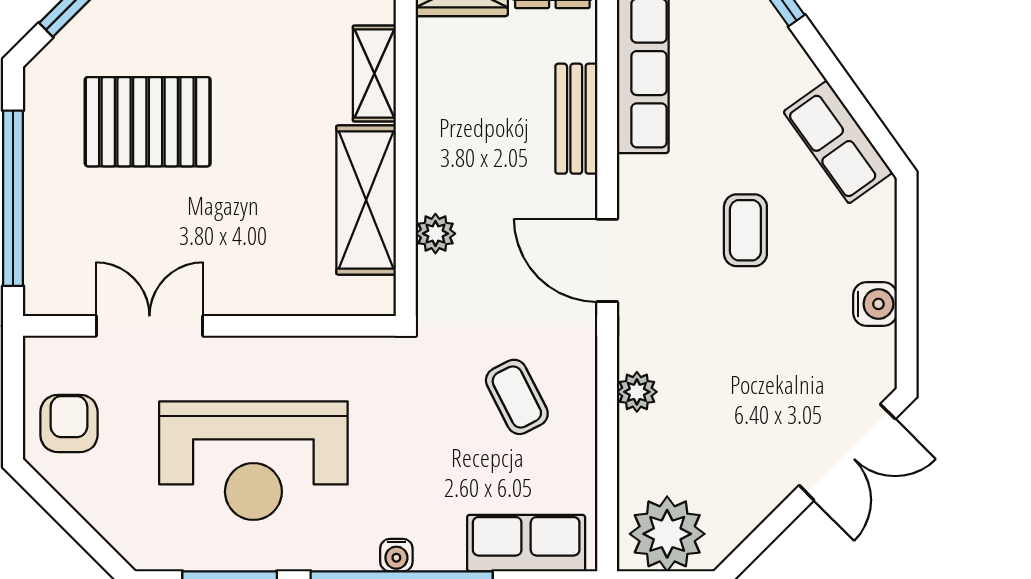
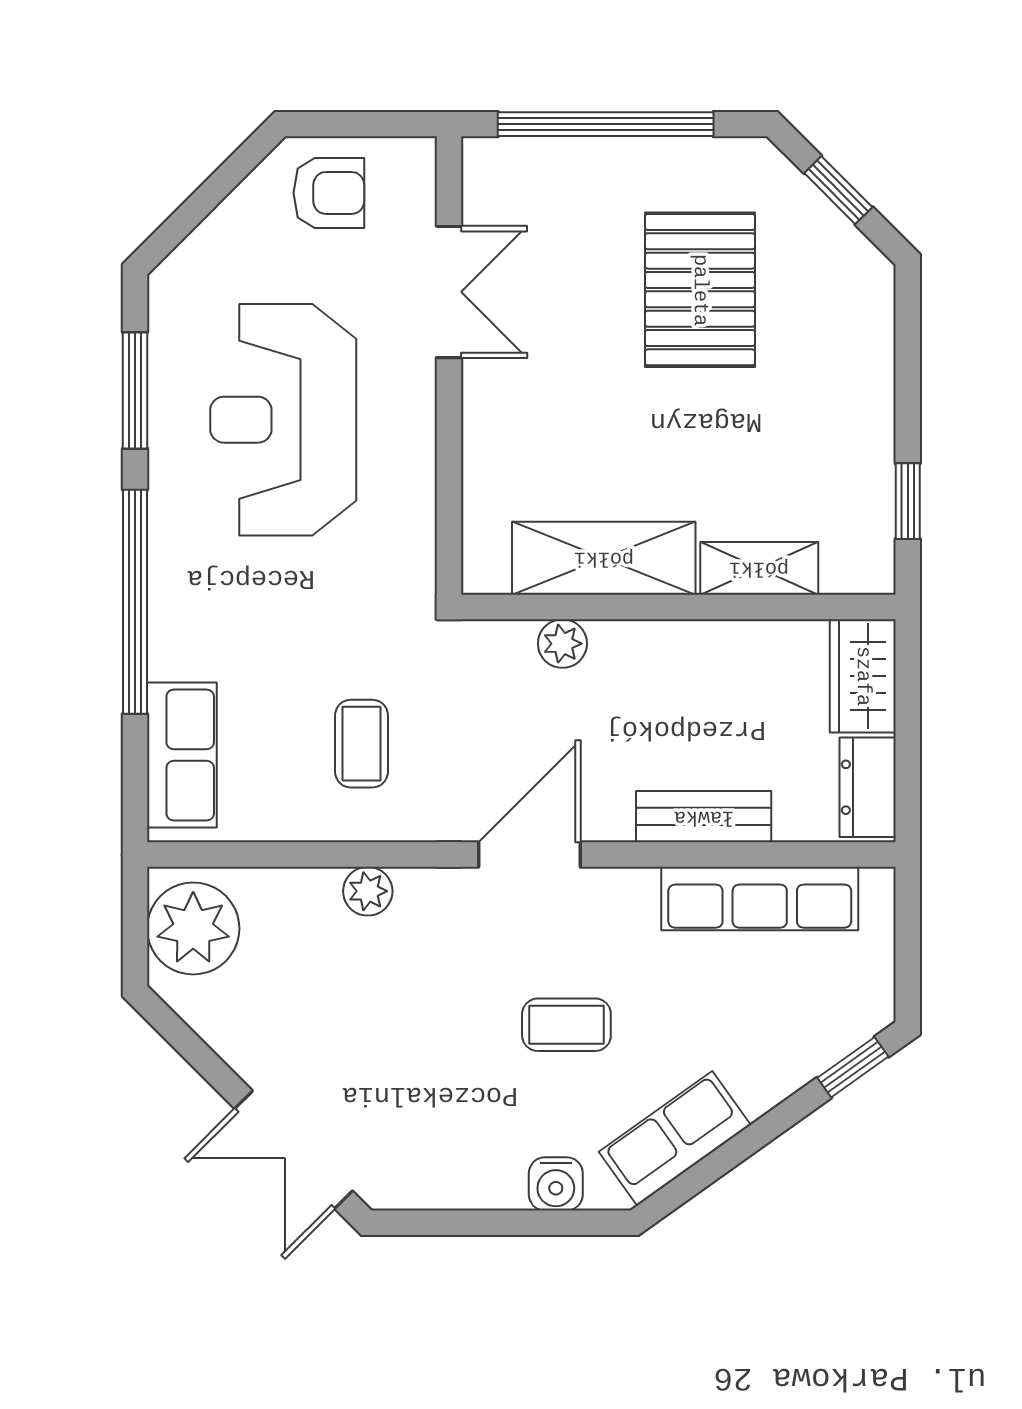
water cooler: (875, 304) -> (556, 1184), moved
coffee table: (517, 397) -> (361, 744), turned -63
water cooler: (396, 555) -> (167, 596), removed

